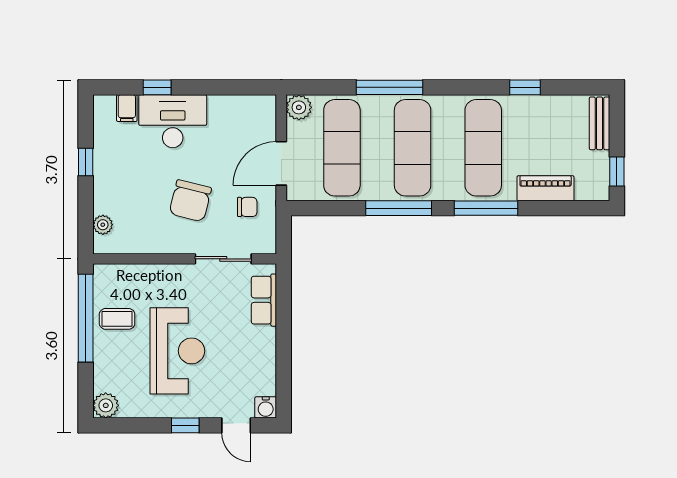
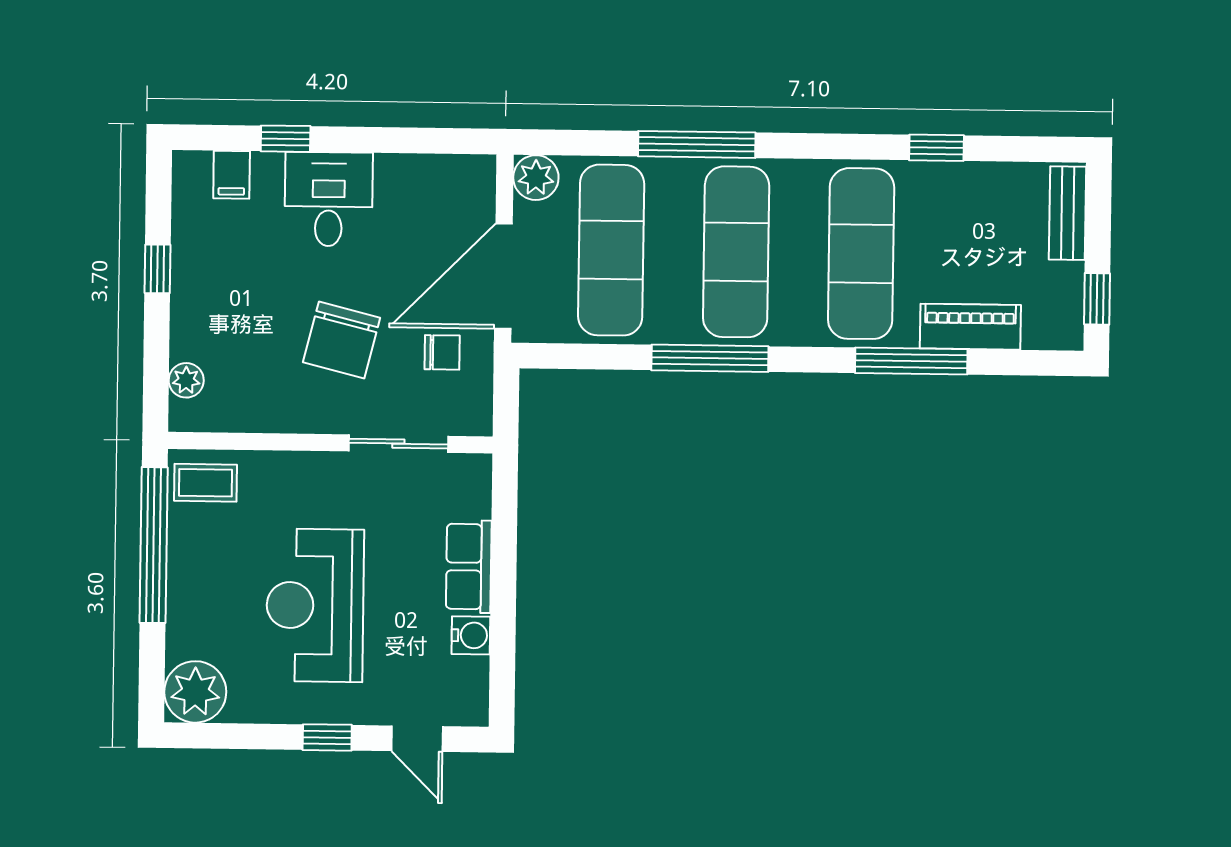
desk: (173, 121) -> (329, 199), width x0.73
door: (281, 163) -> (503, 276), width x1.36
window: (486, 208) -> (911, 361), moved
row of seats: (264, 300) -> (469, 567), moved
coffee table: (117, 319) -> (206, 483), moved
reception desk: (177, 351) -> (315, 605), turned 180
plant: (106, 405) -> (195, 692), width x1.36, depth x1.36
water cooler: (266, 407) -> (471, 635), moved, turned -90

